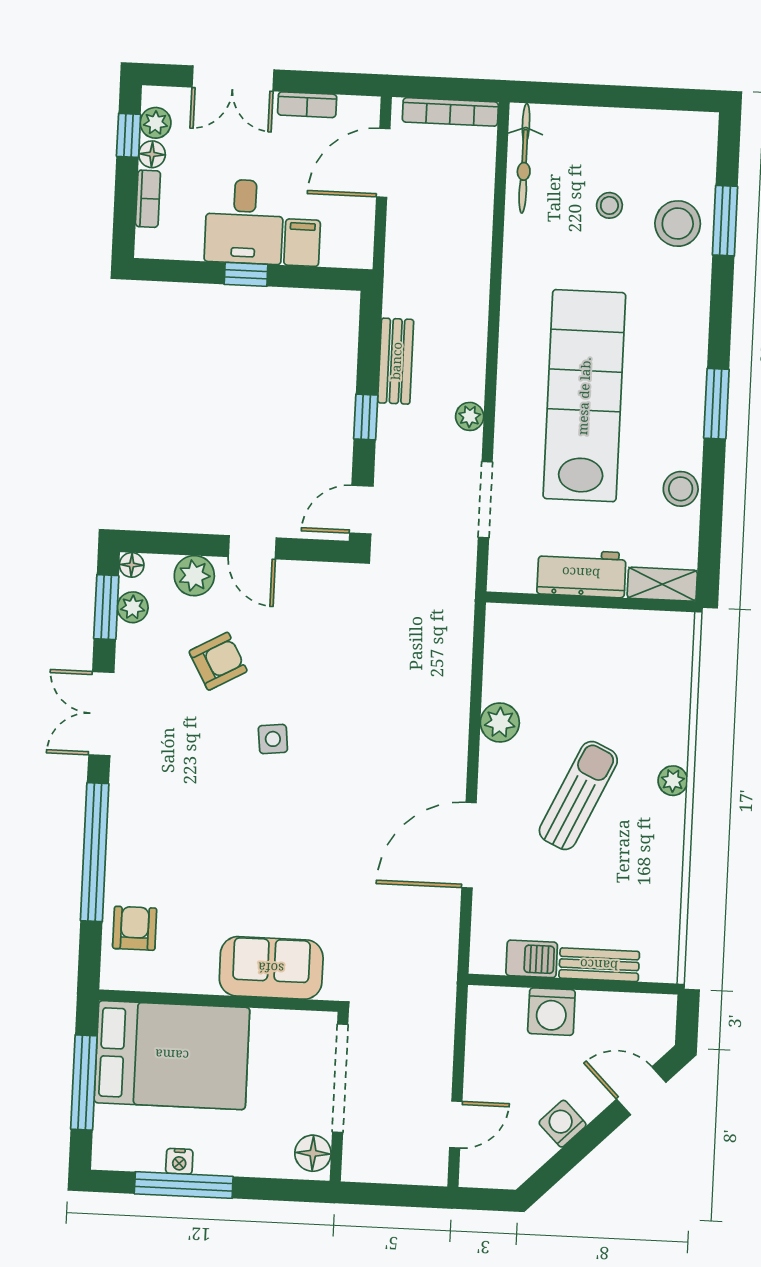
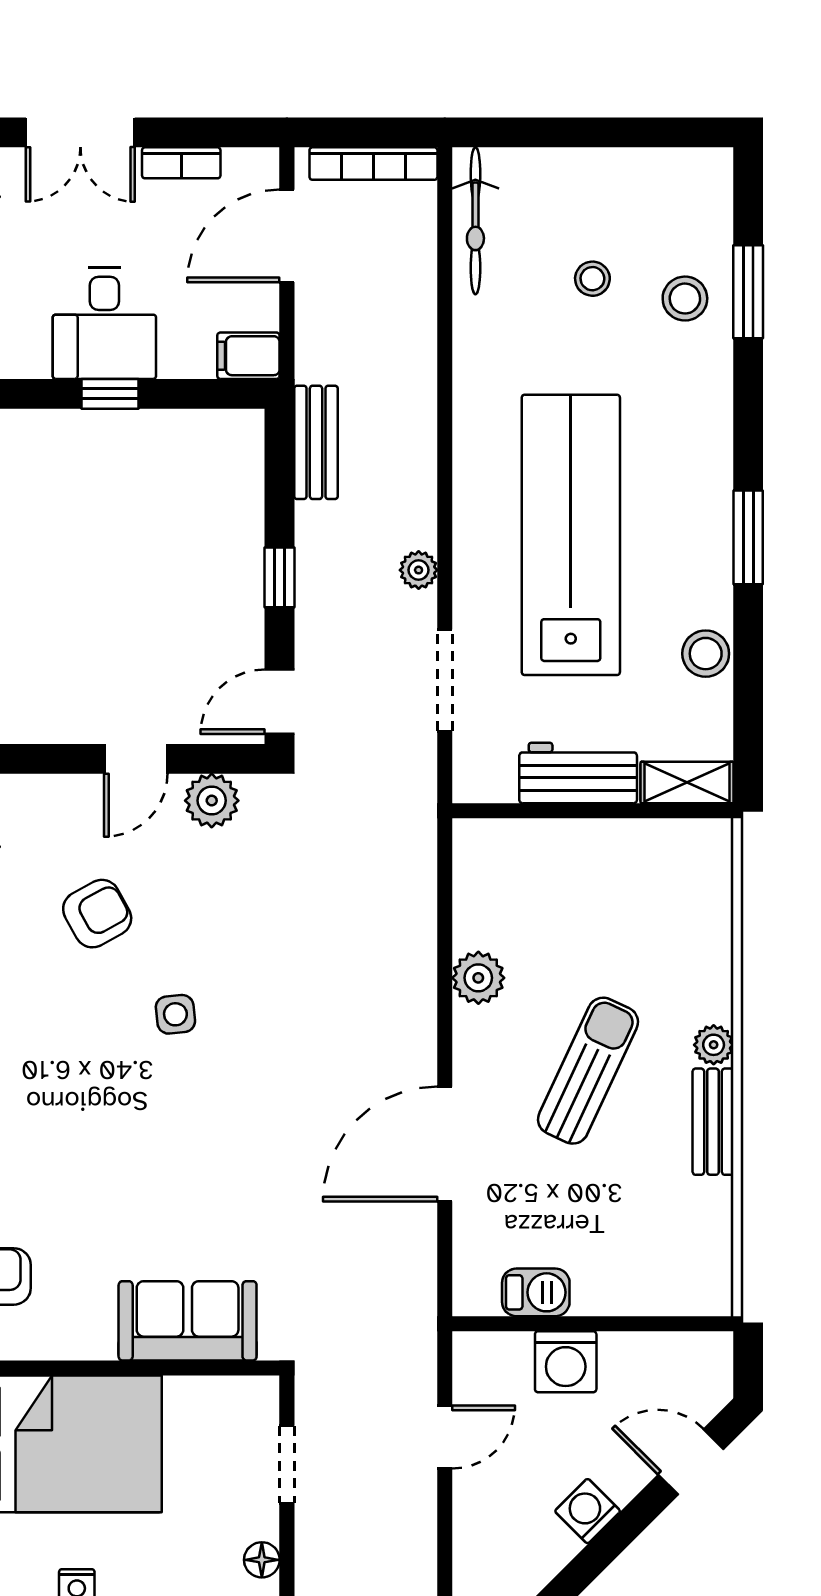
stool: (678, 224) -> (685, 299), width x0.73, depth x0.73
filing cabinet: (302, 243) -> (248, 356), moved, turned -90
bench: (396, 361) -> (316, 442), moved
door: (252, 547) -> (136, 759), hinge flipped
plant: (194, 576) -> (212, 801), moved
bench: (599, 965) -> (713, 1122), moved, turned 90
doorway: (340, 1078) -> (287, 1464), width x0.53
door: (456, 1125) -> (445, 1437), moved
floor lamp: (313, 1153) -> (262, 1560), width x0.73, depth x0.73

